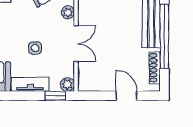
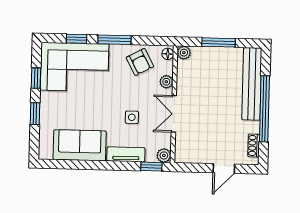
double door: (76, 44) -> (174, 114), swing flipped
shoe rack: (155, 68) -> (254, 146), width x0.70
door: (126, 96) -> (224, 168), swing flipped

